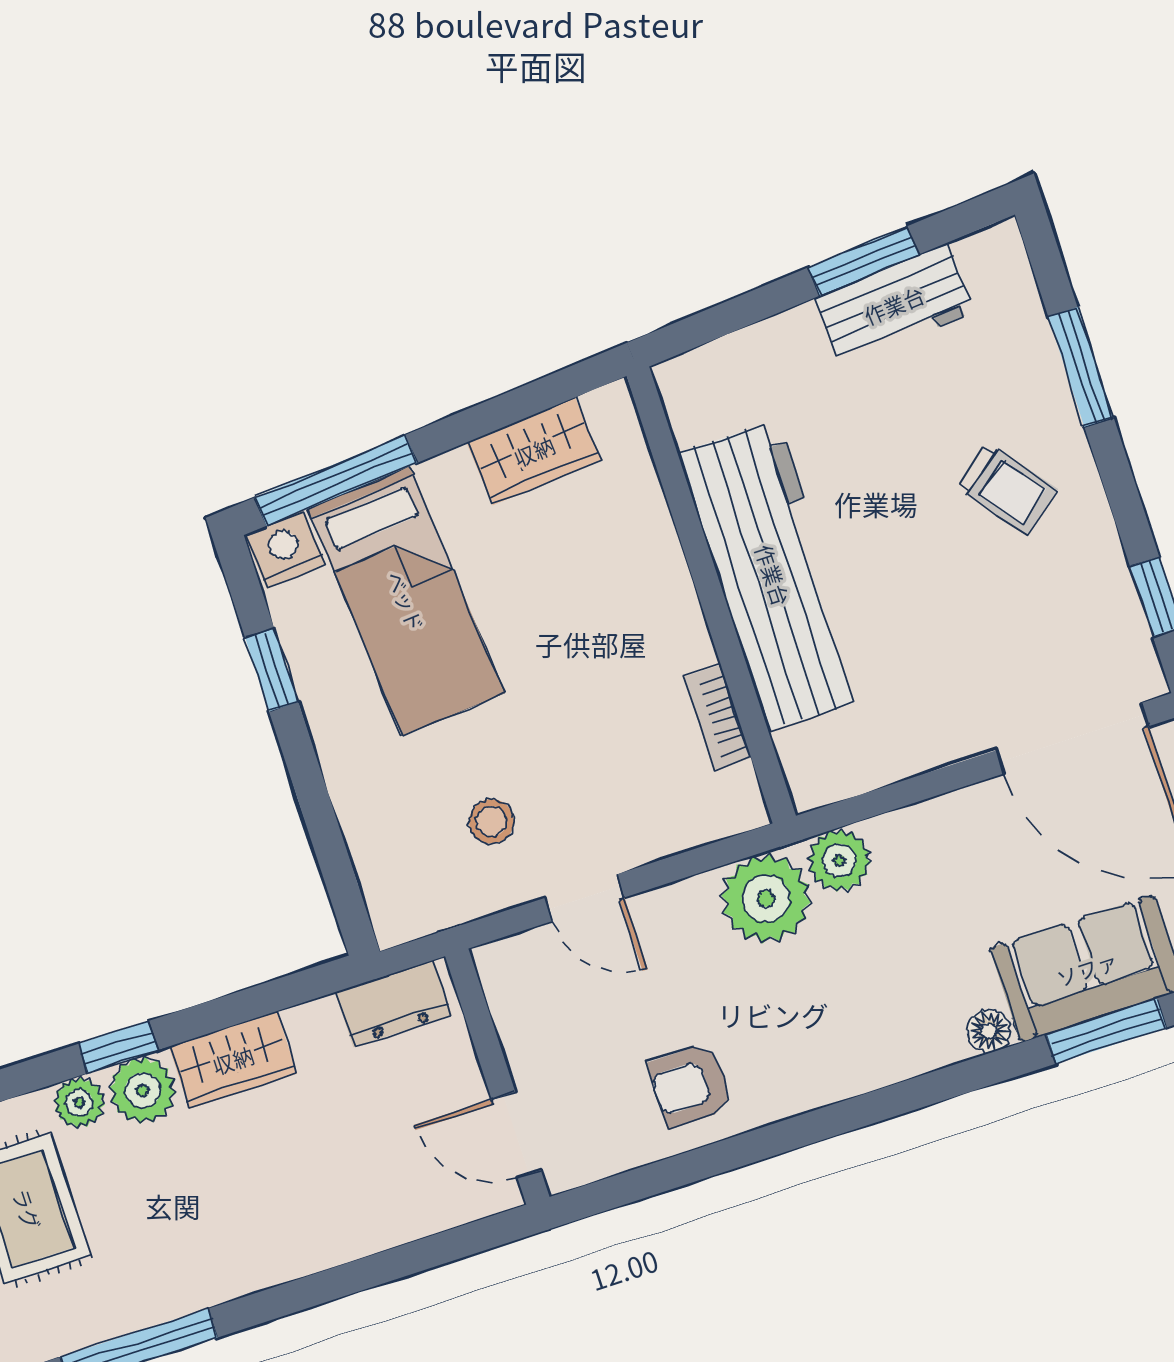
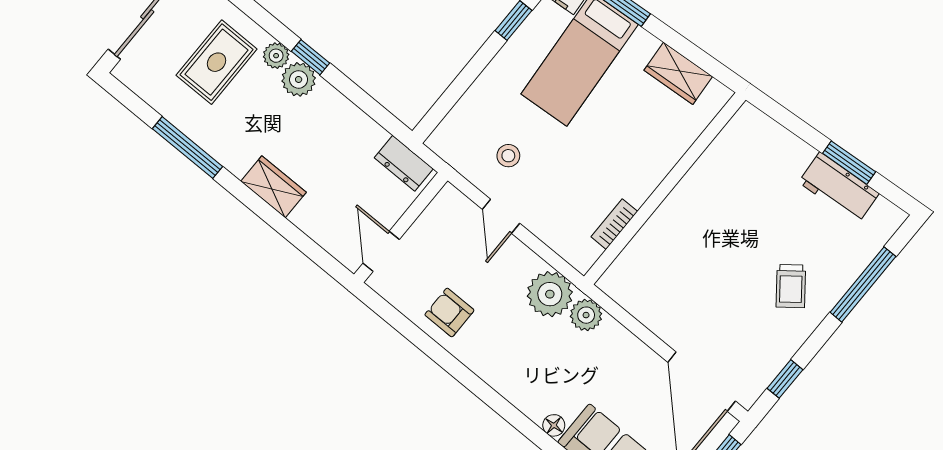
window: (1081, 367) -> (863, 284), width x1.44
workbench: (773, 575) -> (690, 210), removed
wardrobe: (233, 1060) -> (273, 187), moved, turned 180

